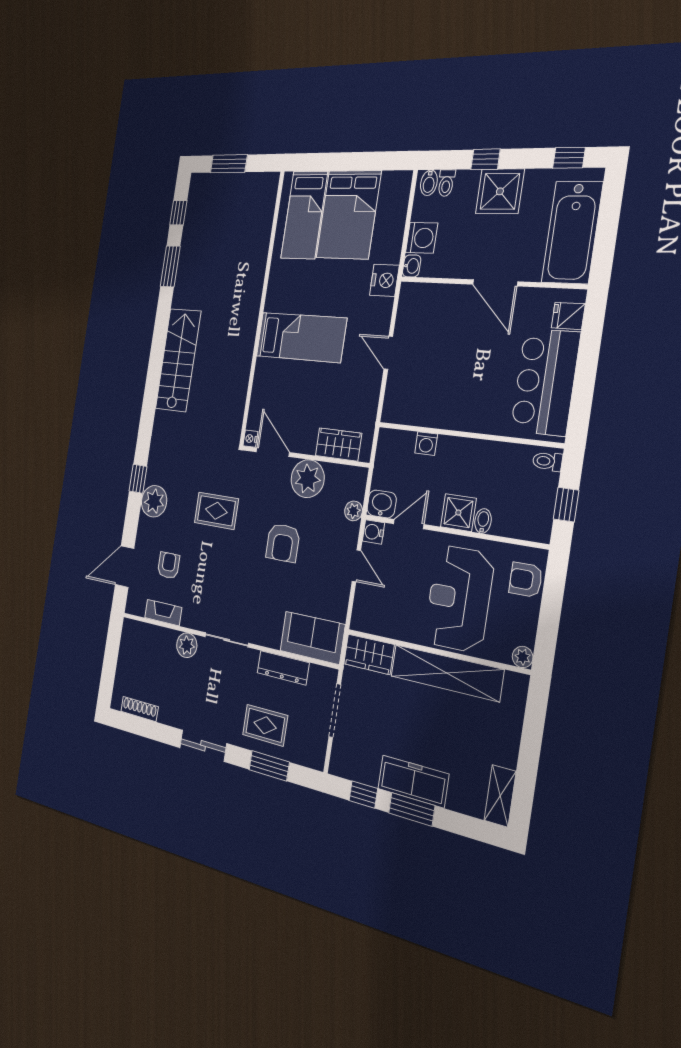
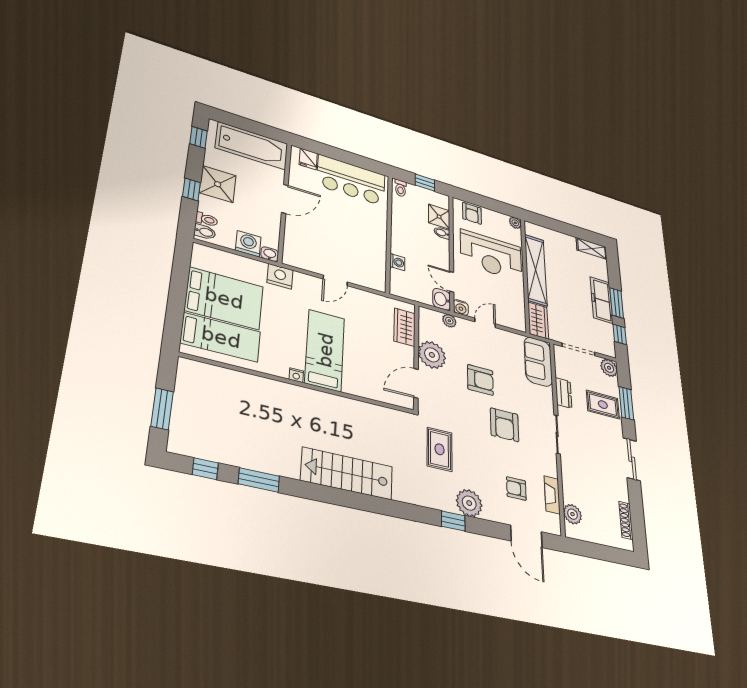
nightstand: (250, 439) -> (296, 375), moved
rug: (216, 511) -> (440, 449), moved
shower: (458, 513) -> (439, 217), moved
armchair: (234, 566) -> (505, 425), added
plant: (187, 645) -> (572, 514), moved
dresser: (283, 668) -> (563, 393), width x0.70
rug: (265, 725) -> (603, 405), turned 90
plant: (314, 755) -> (609, 368), added

